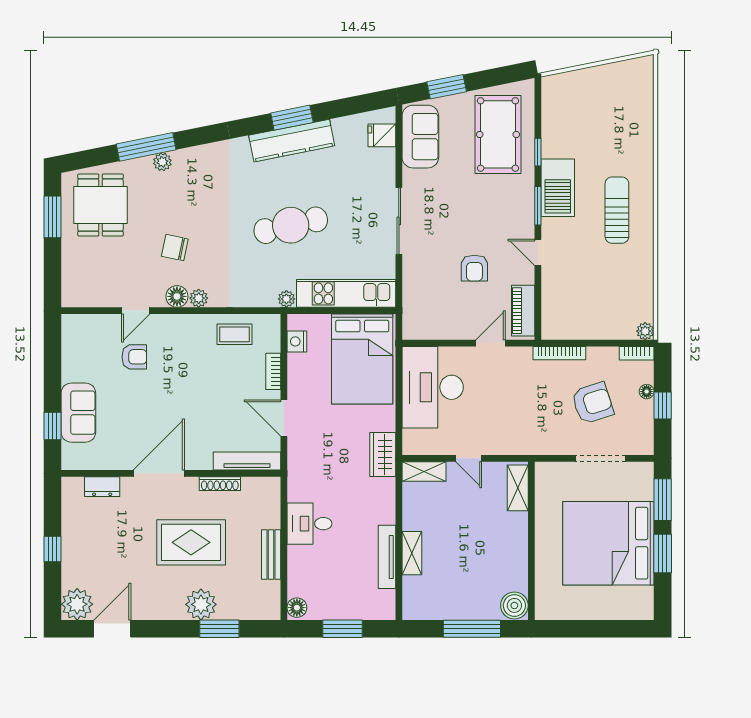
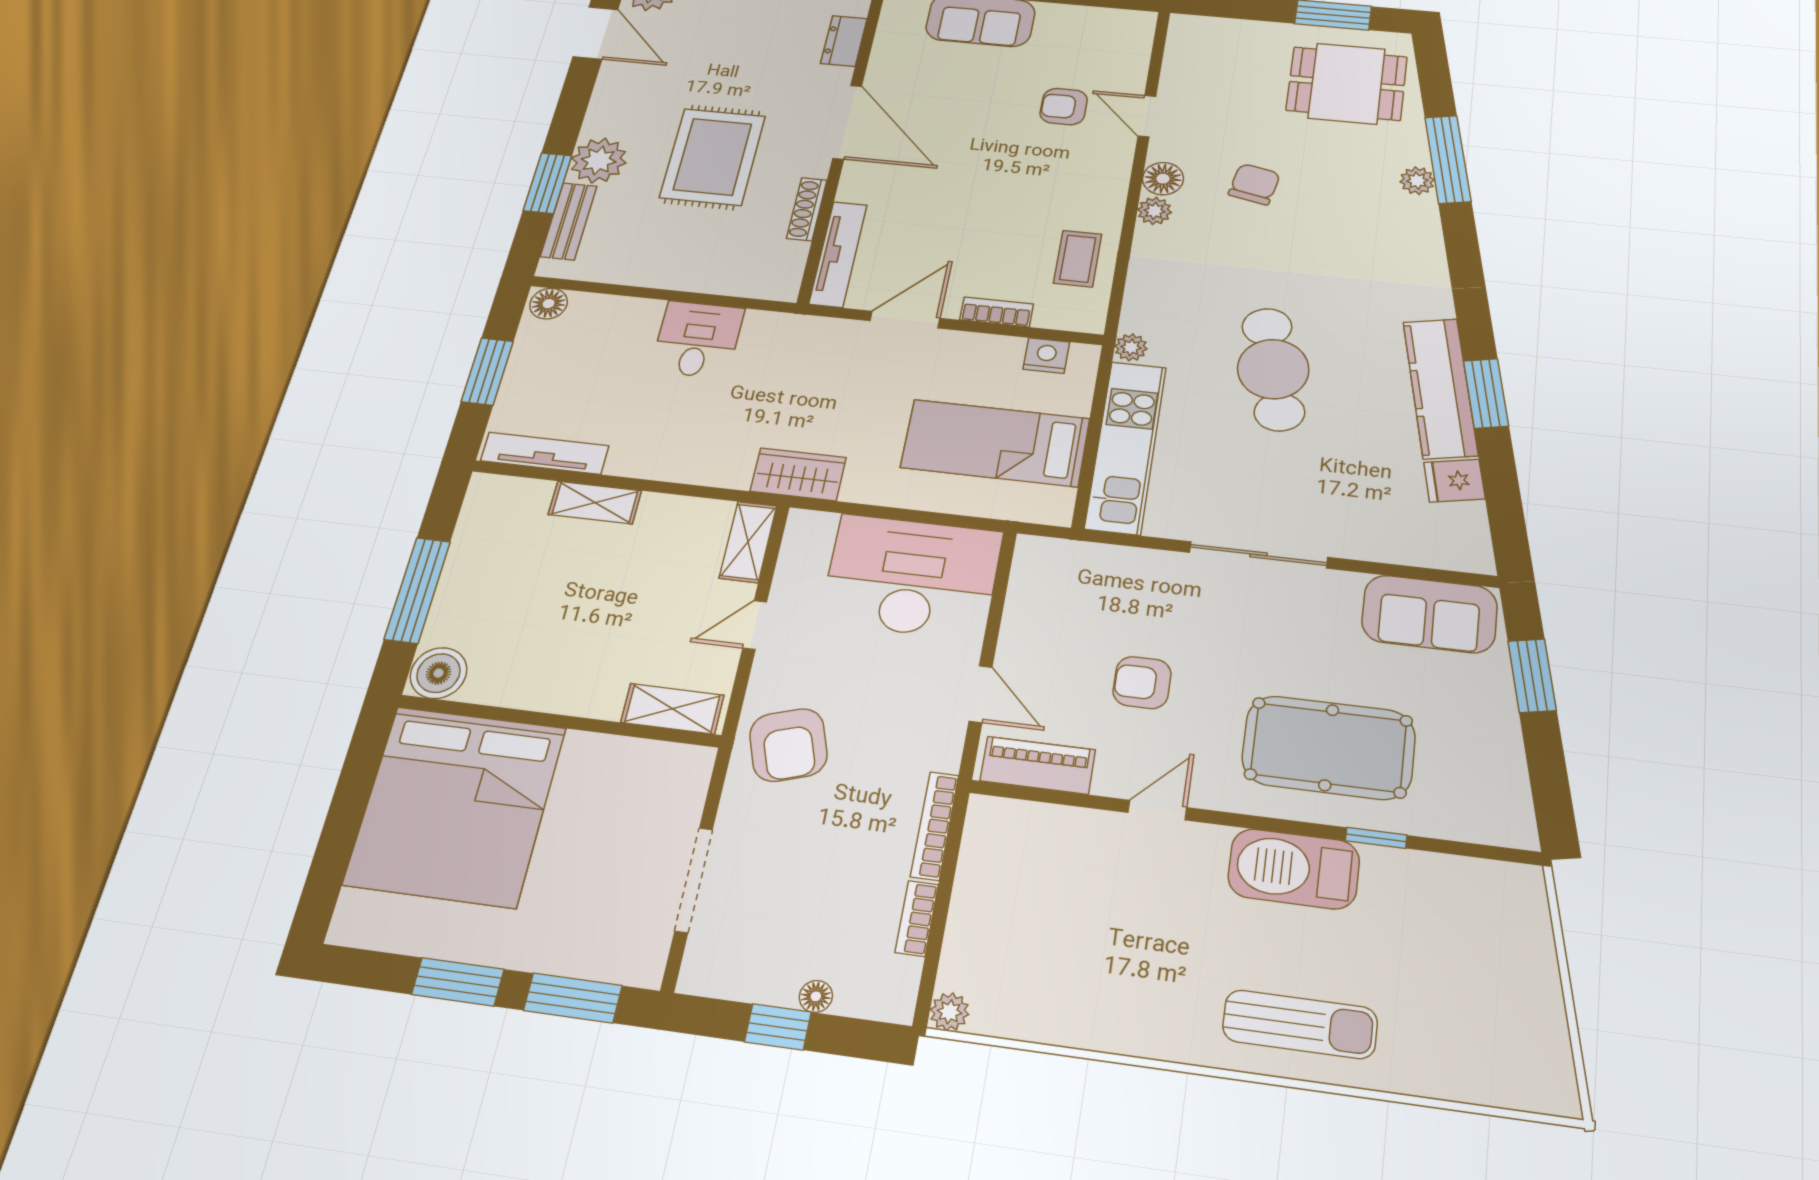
pool table: (498, 134) -> (1329, 747), moved
fridge: (382, 135) -> (1454, 481), moved, turned -101
window: (538, 206) -> (1259, 823), removed
sun lounger: (617, 210) -> (1300, 1024), moved
bookcase: (637, 353) -> (917, 918), moved
armchair: (134, 357) -> (1064, 107), turned 90
bed: (362, 359) -> (995, 443), width x0.67
armchair: (593, 403) -> (788, 745), moved
bed: (608, 543) -> (456, 806), moved, turned 180
bench: (271, 555) -> (569, 221), moved, turned 90
tv unit: (387, 557) -> (545, 453), moved

